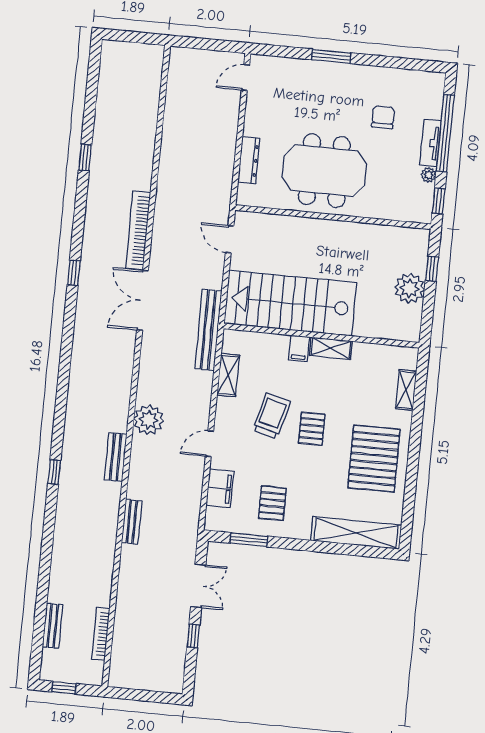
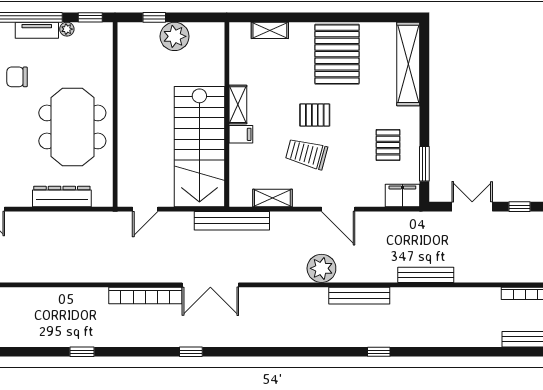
dresser: (249, 160) -> (62, 196), width x1.37, depth x1.24
door: (210, 444) -> (338, 209), width x1.38
bench: (116, 457) -> (359, 296), width x1.36
pallet: (374, 459) -> (337, 54), turned 90
filing cabinet: (220, 488) -> (402, 195), moved
pallet: (272, 503) -> (388, 145), turned 90
bench: (132, 522) -> (426, 275), width x1.36

